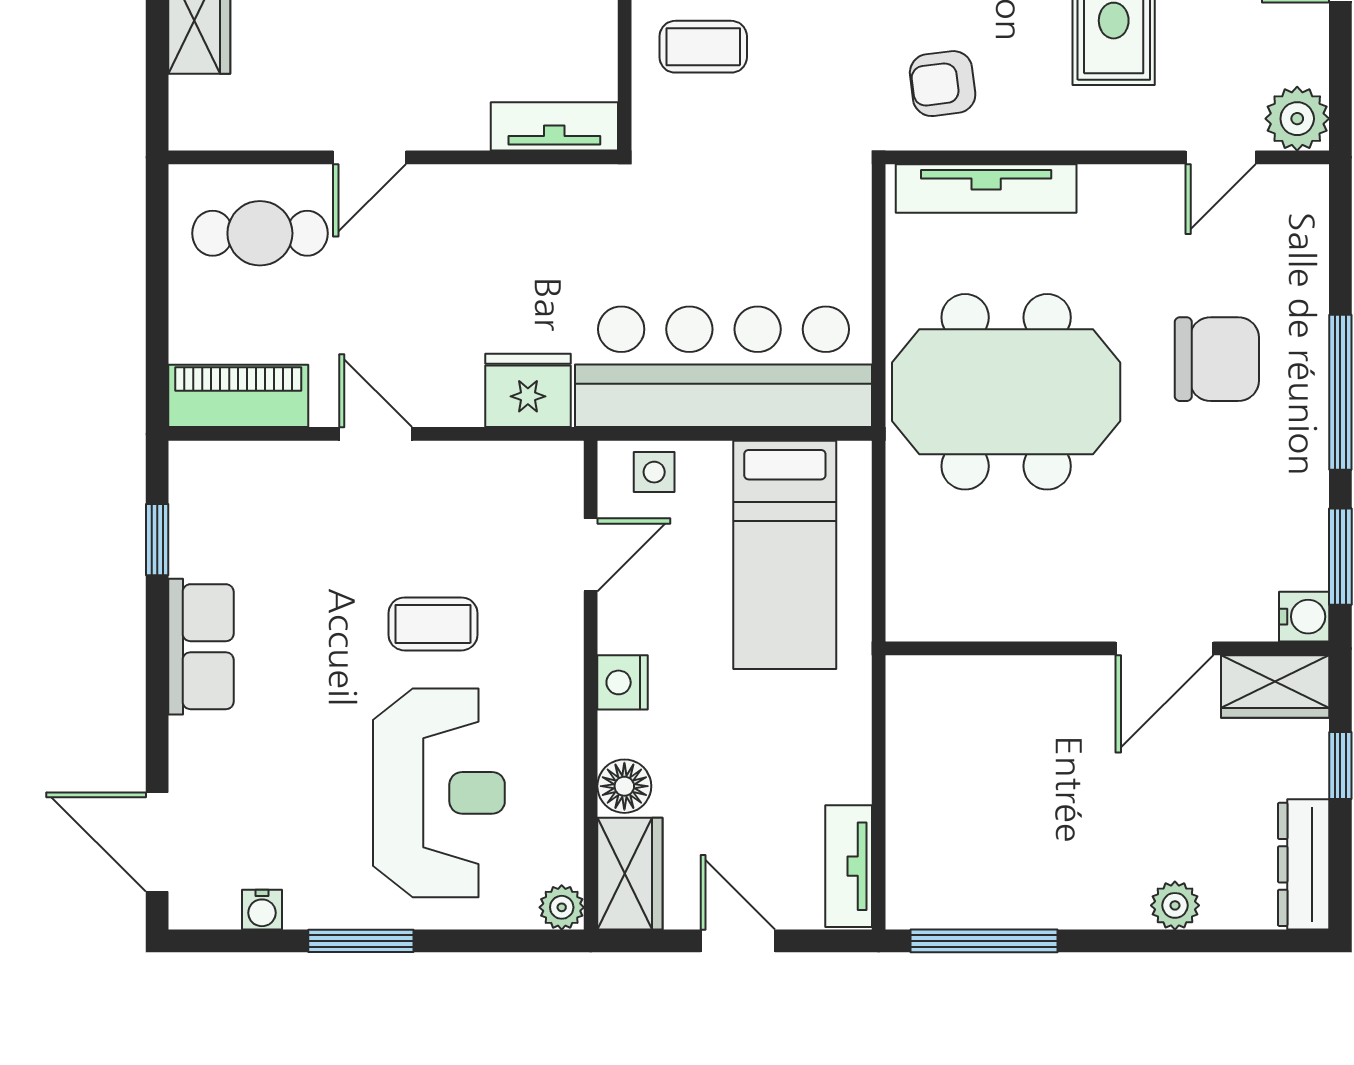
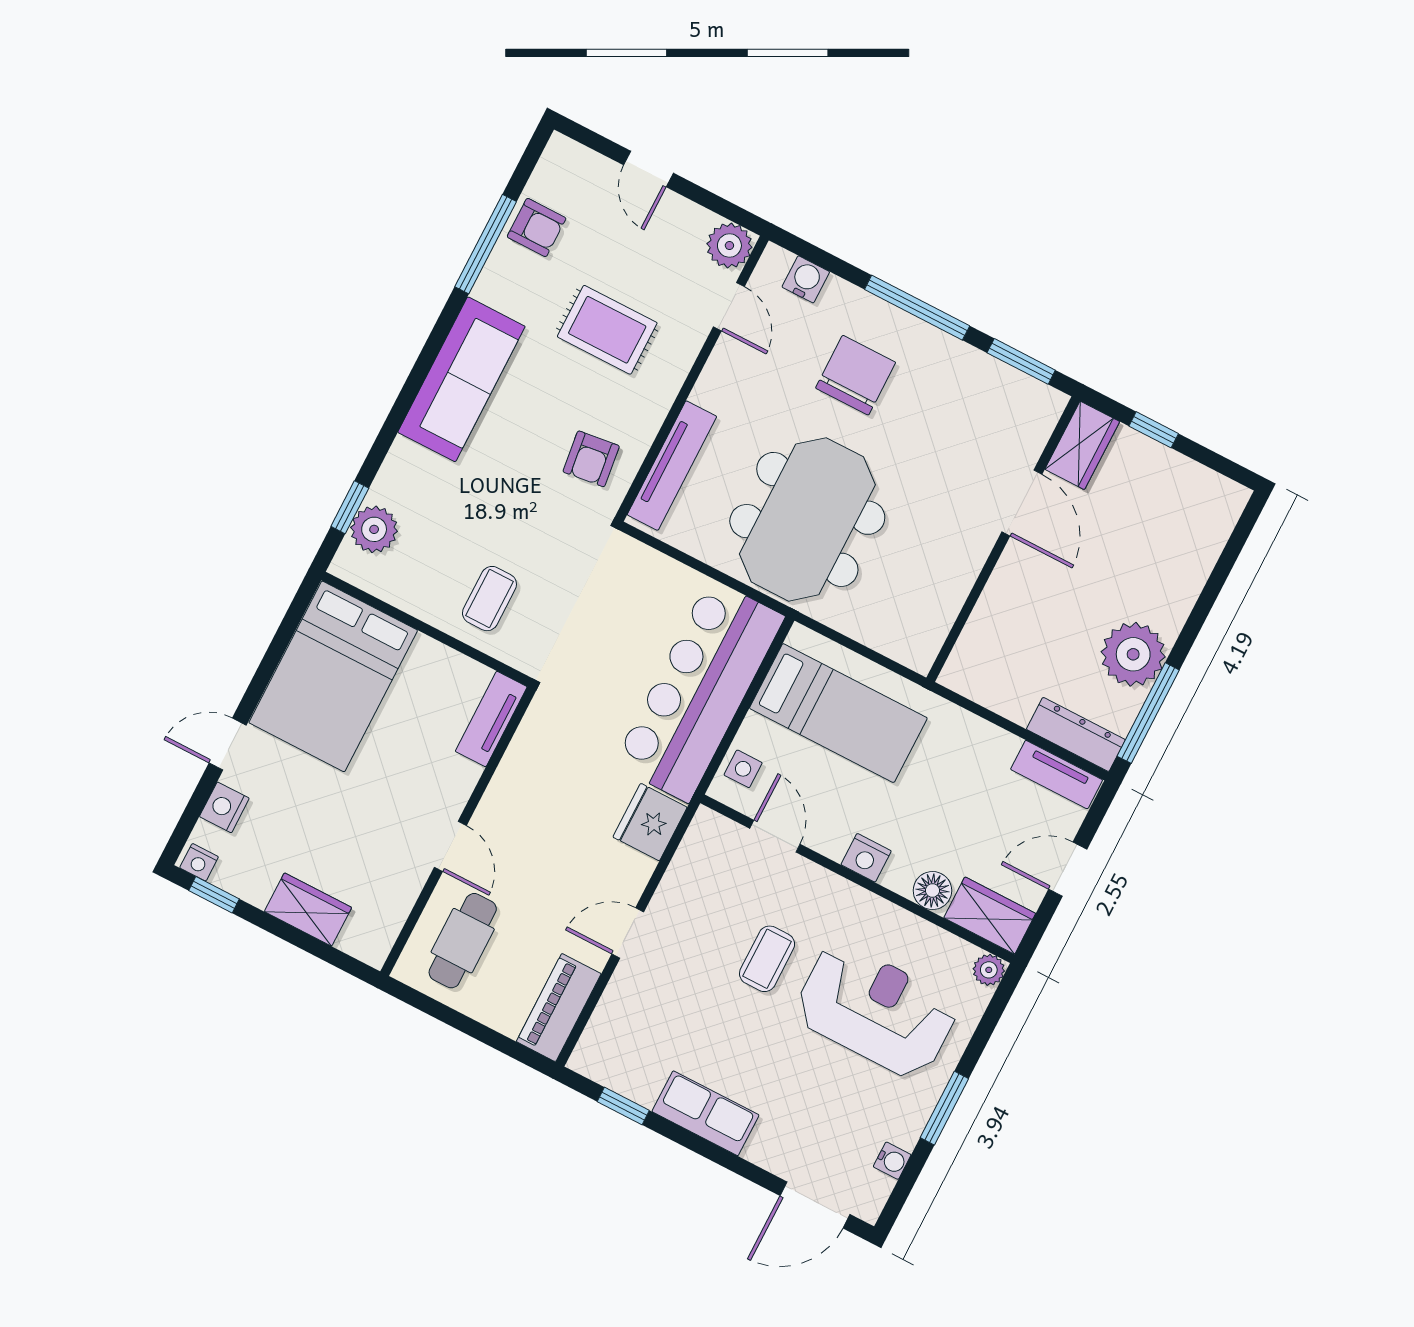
water cooler: (1304, 617) -> (806, 279), moved
dresser: (1304, 864) -> (1076, 734), moved, turned 180
plant: (1175, 905) -> (1133, 654), moved, width x1.88, depth x1.88

